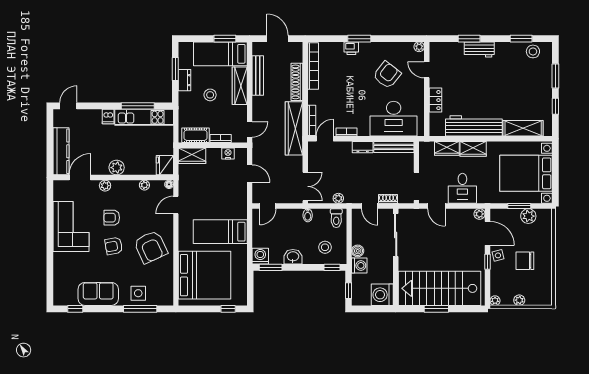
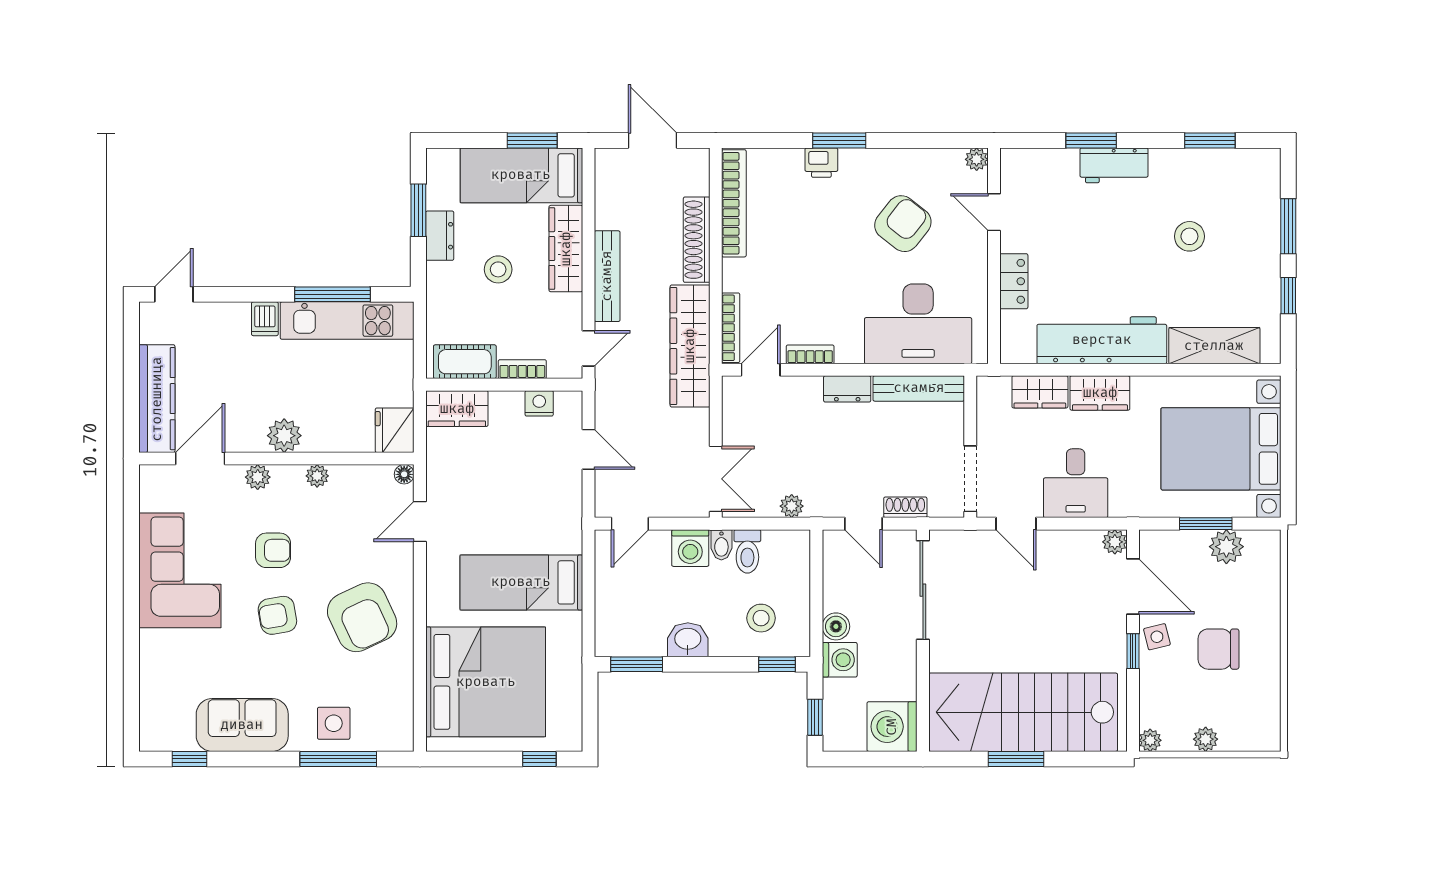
stool: (533, 51) -> (1189, 236), moved
bench: (258, 76) -> (607, 276), moved
plant: (144, 185) -> (317, 476), moved
armchair: (112, 218) -> (273, 550), turned 180
toilet: (336, 218) -> (747, 551), moved
washing machine: (260, 256) -> (690, 548), moved, turned 180

